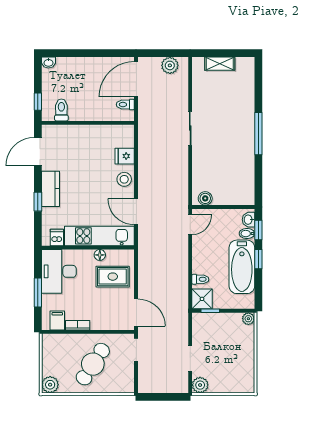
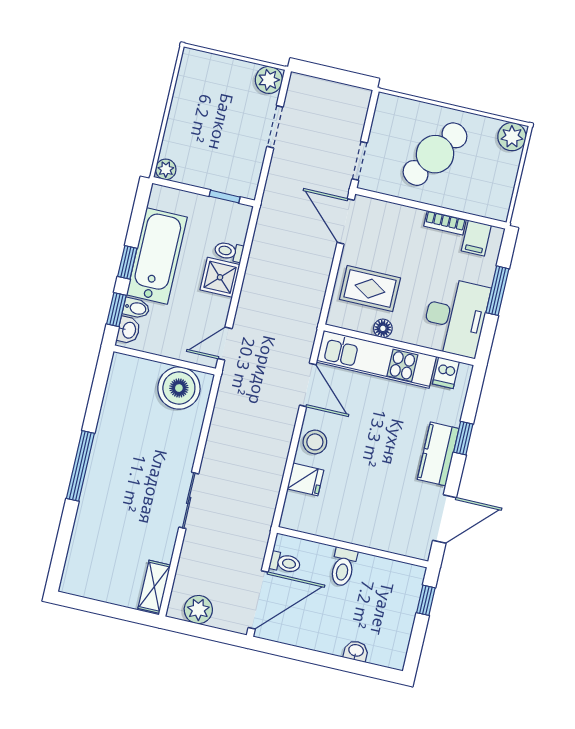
washbasin: (48, 63) -> (356, 651), moved
shelving: (220, 64) -> (154, 587), moved, turned 90
toilet: (61, 110) -> (343, 567), moved
boiler: (205, 198) -> (179, 388), width x1.86, depth x1.86
shower: (202, 299) -> (220, 277), moved

